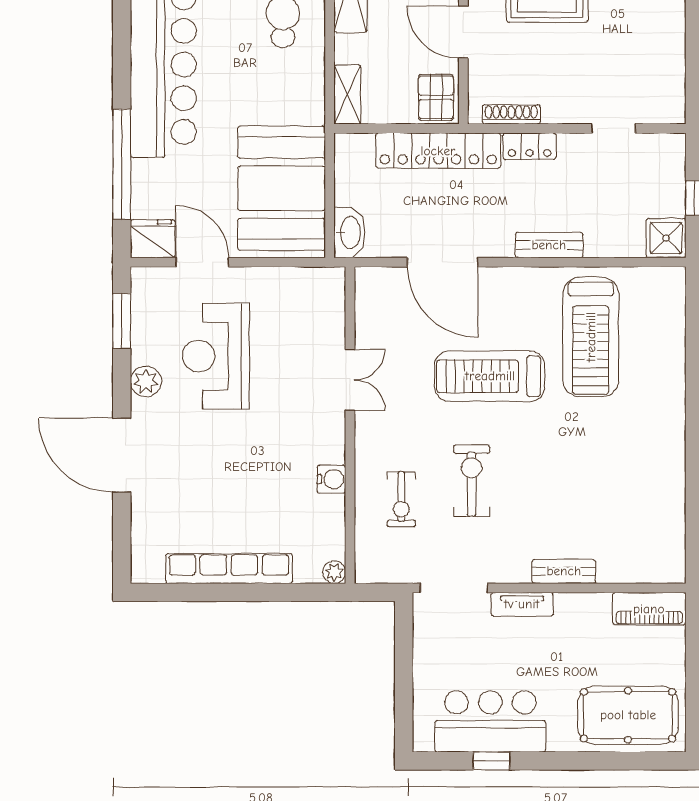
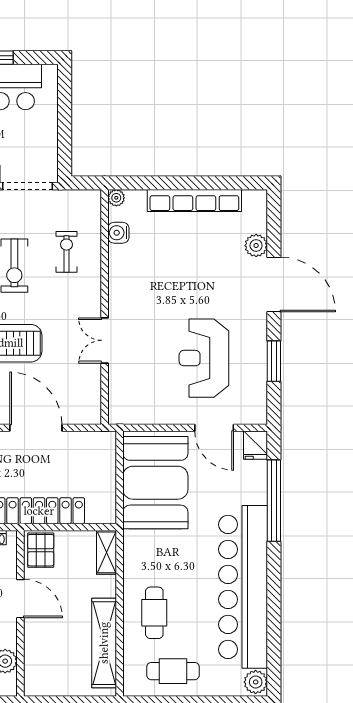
washbasin: (350, 232) -> (105, 450), removed
fridge: (153, 239) -> (256, 445), width x0.72
window: (122, 321) -> (274, 361), moved
reception desk: (216, 356) -> (204, 358), turned 180
plant: (146, 381) -> (256, 246), moved
water cooler: (331, 479) -> (118, 233), moved

